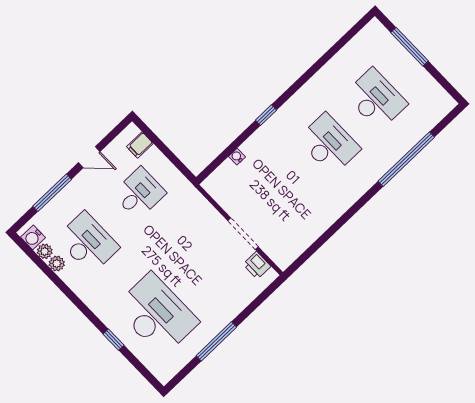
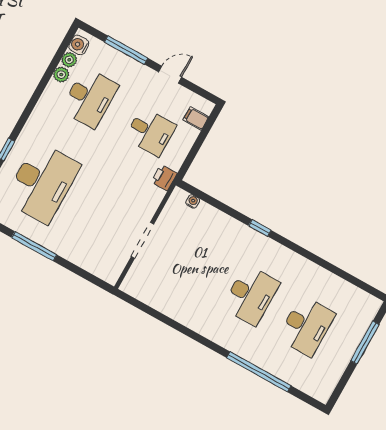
door: (89, 157) -> (170, 75), swing flipped
water cooler: (237, 157) -> (193, 201), moved
printer: (257, 265) -> (164, 178), moved

